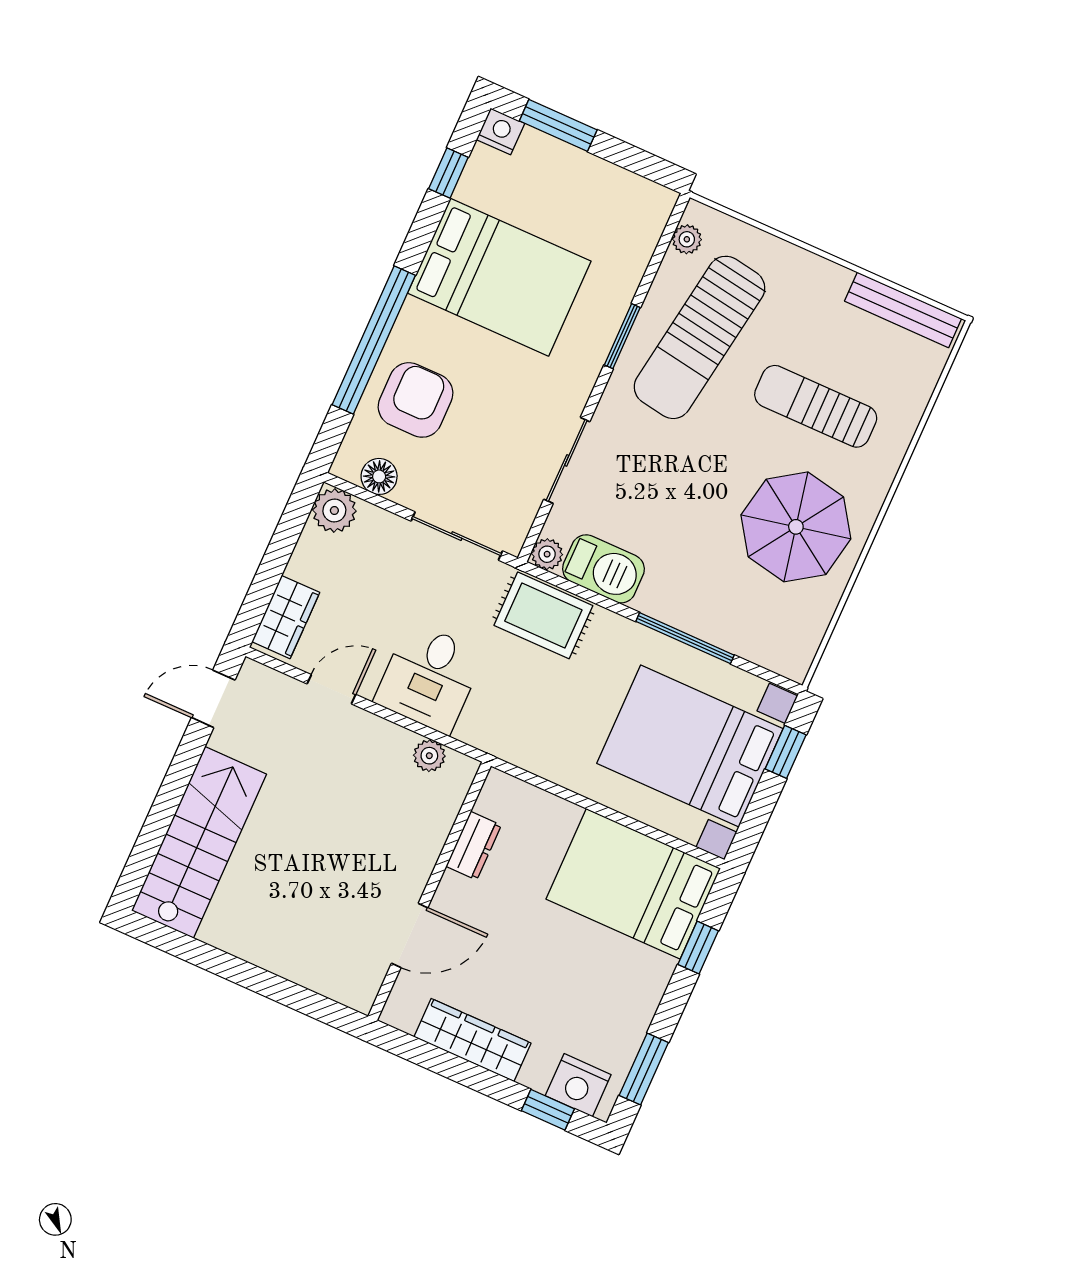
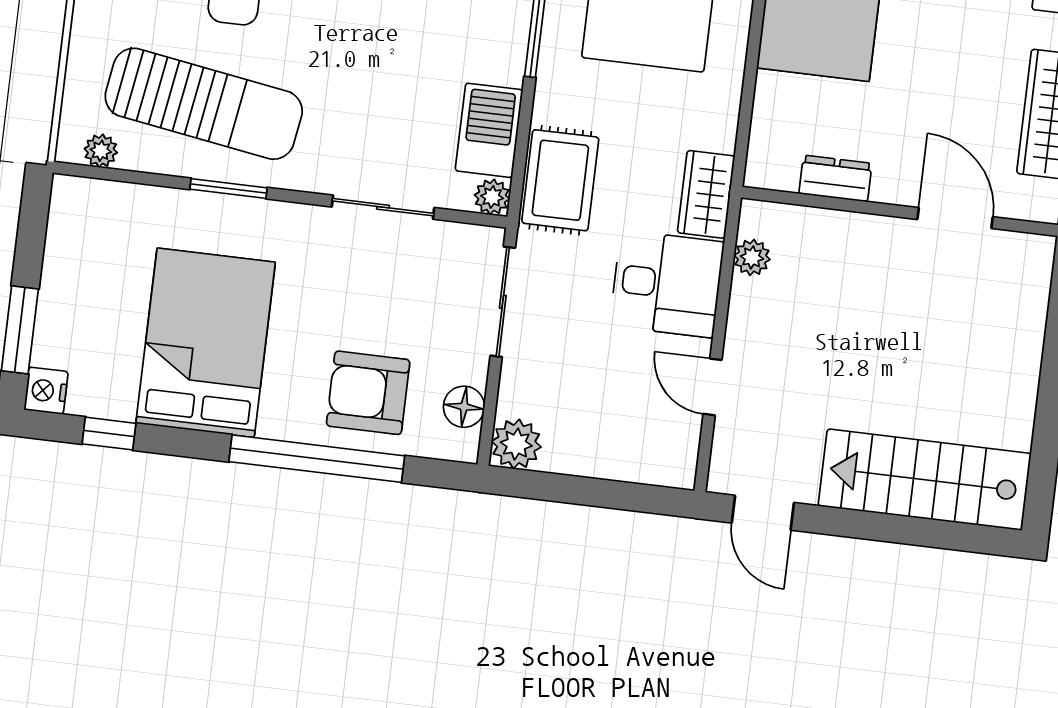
wardrobe: (286, 617) -> (706, 194), moved, turned -90

